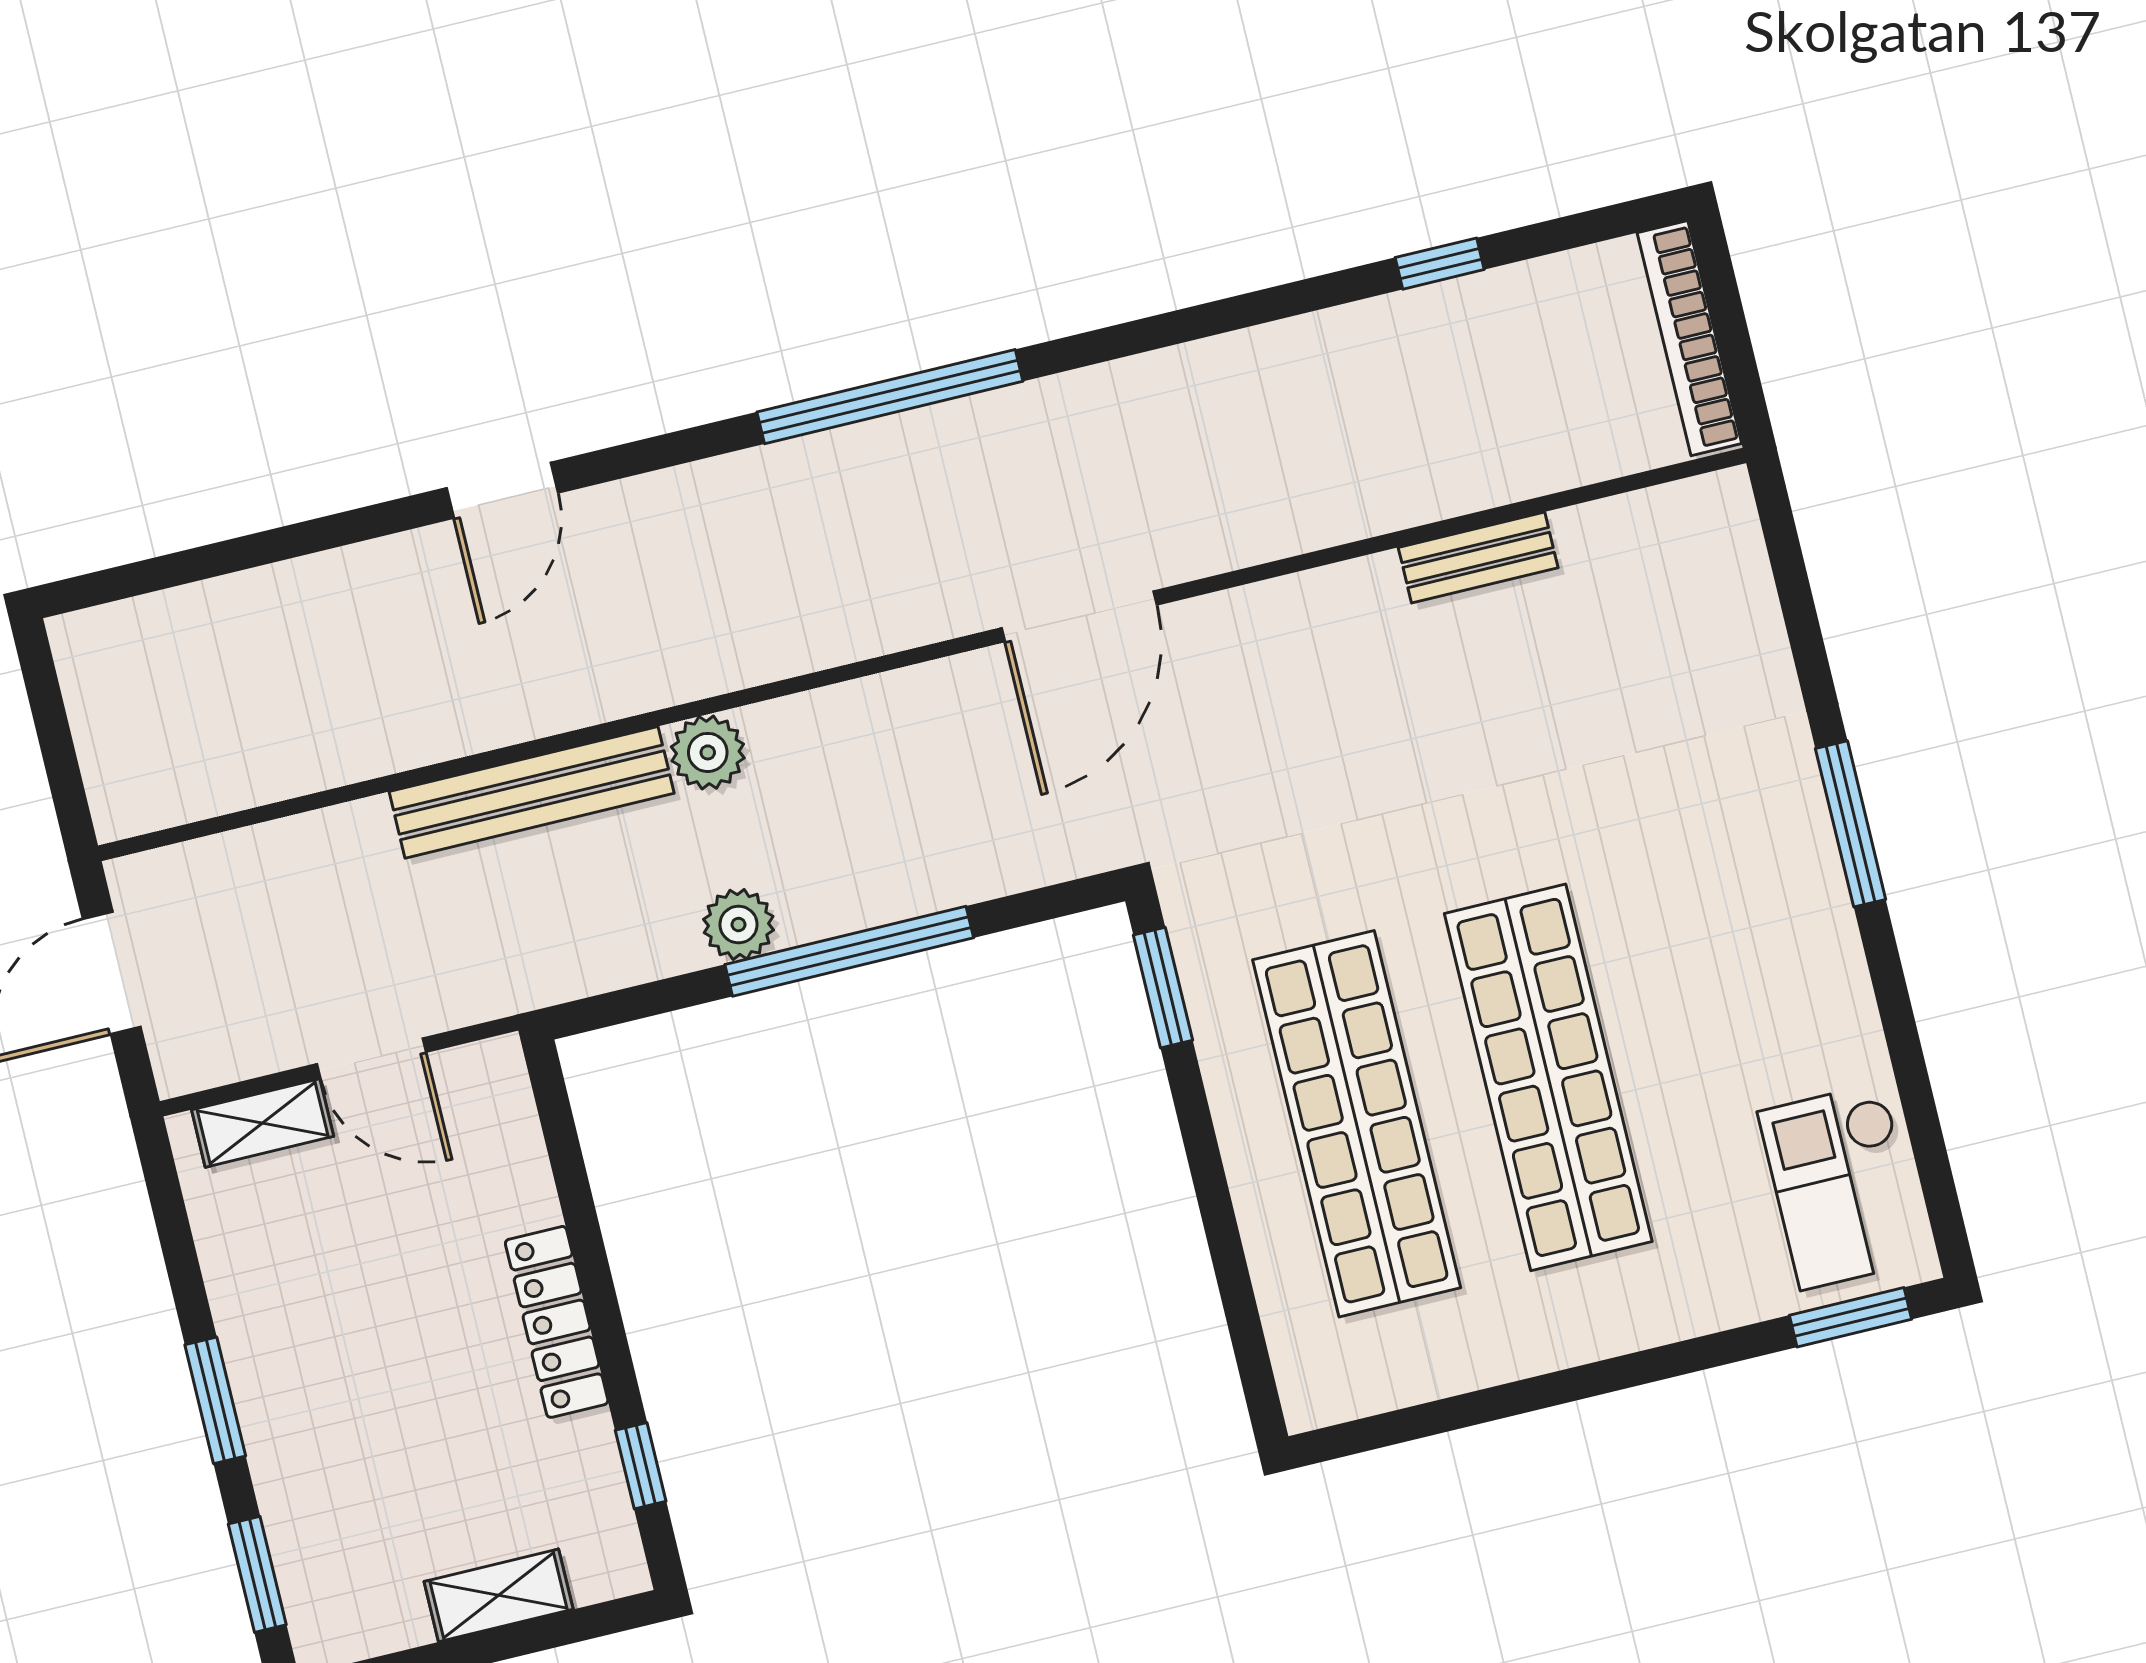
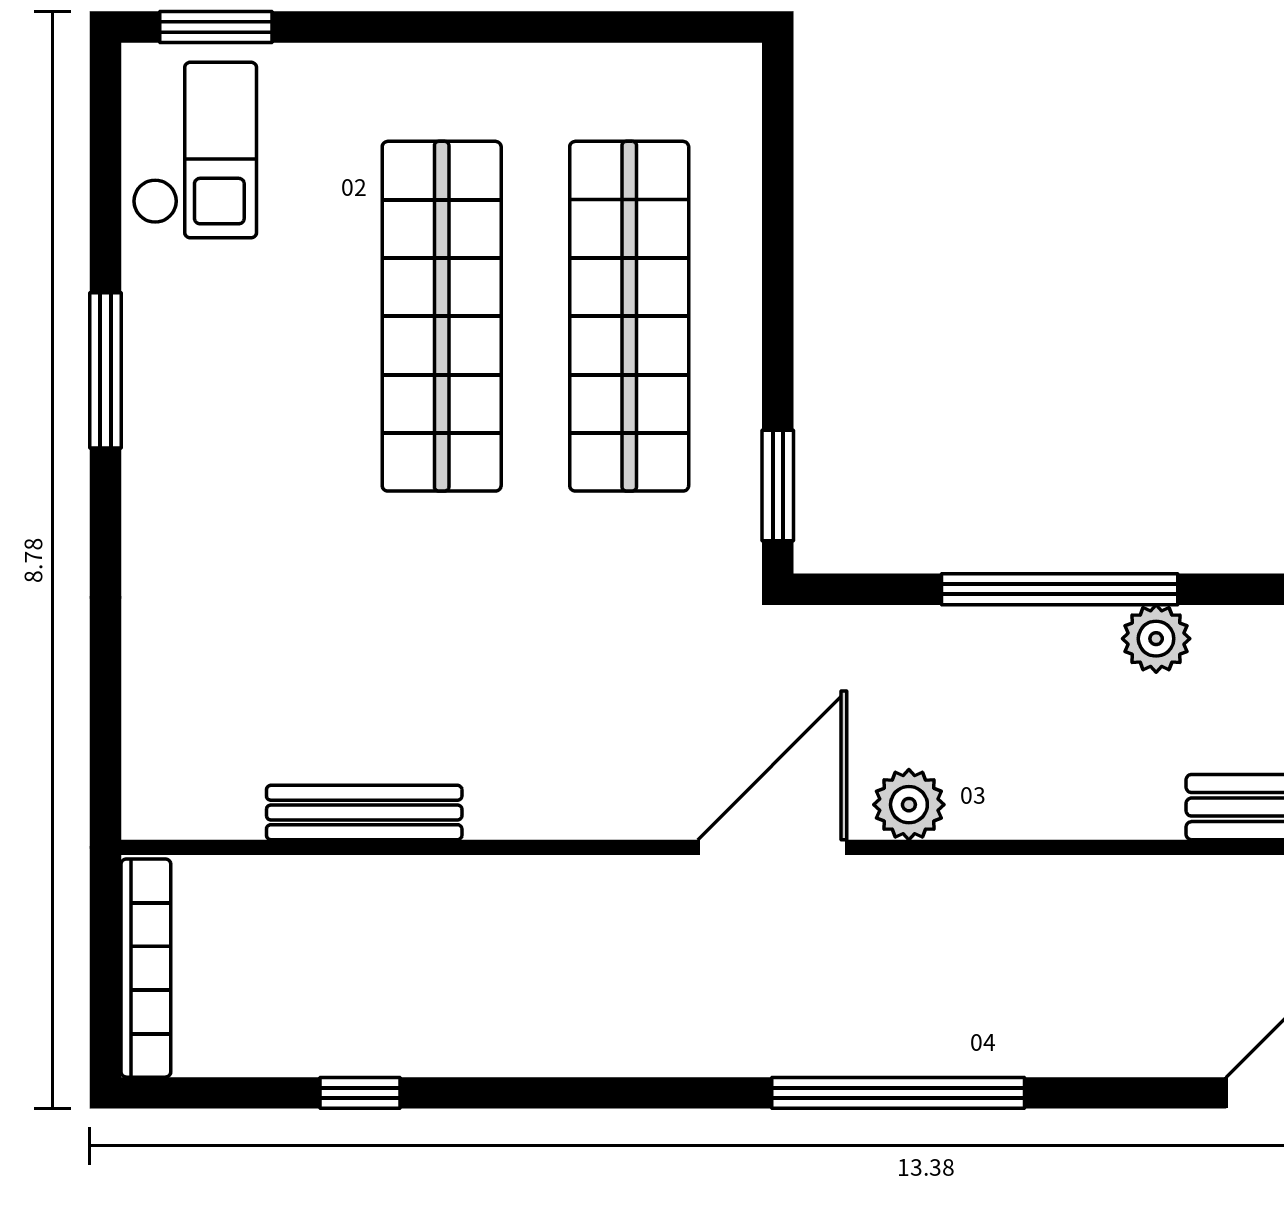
bench: (1478, 558) -> (364, 812), width x1.36
plant: (708, 752) -> (909, 805), moved
window: (1851, 824) -> (105, 370), moved

